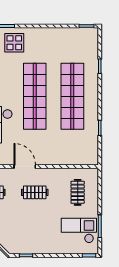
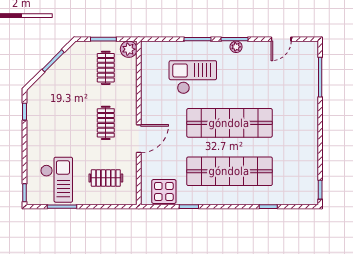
display table: (14, 43) -> (164, 192), moved
door: (25, 167) -> (139, 139), moved

